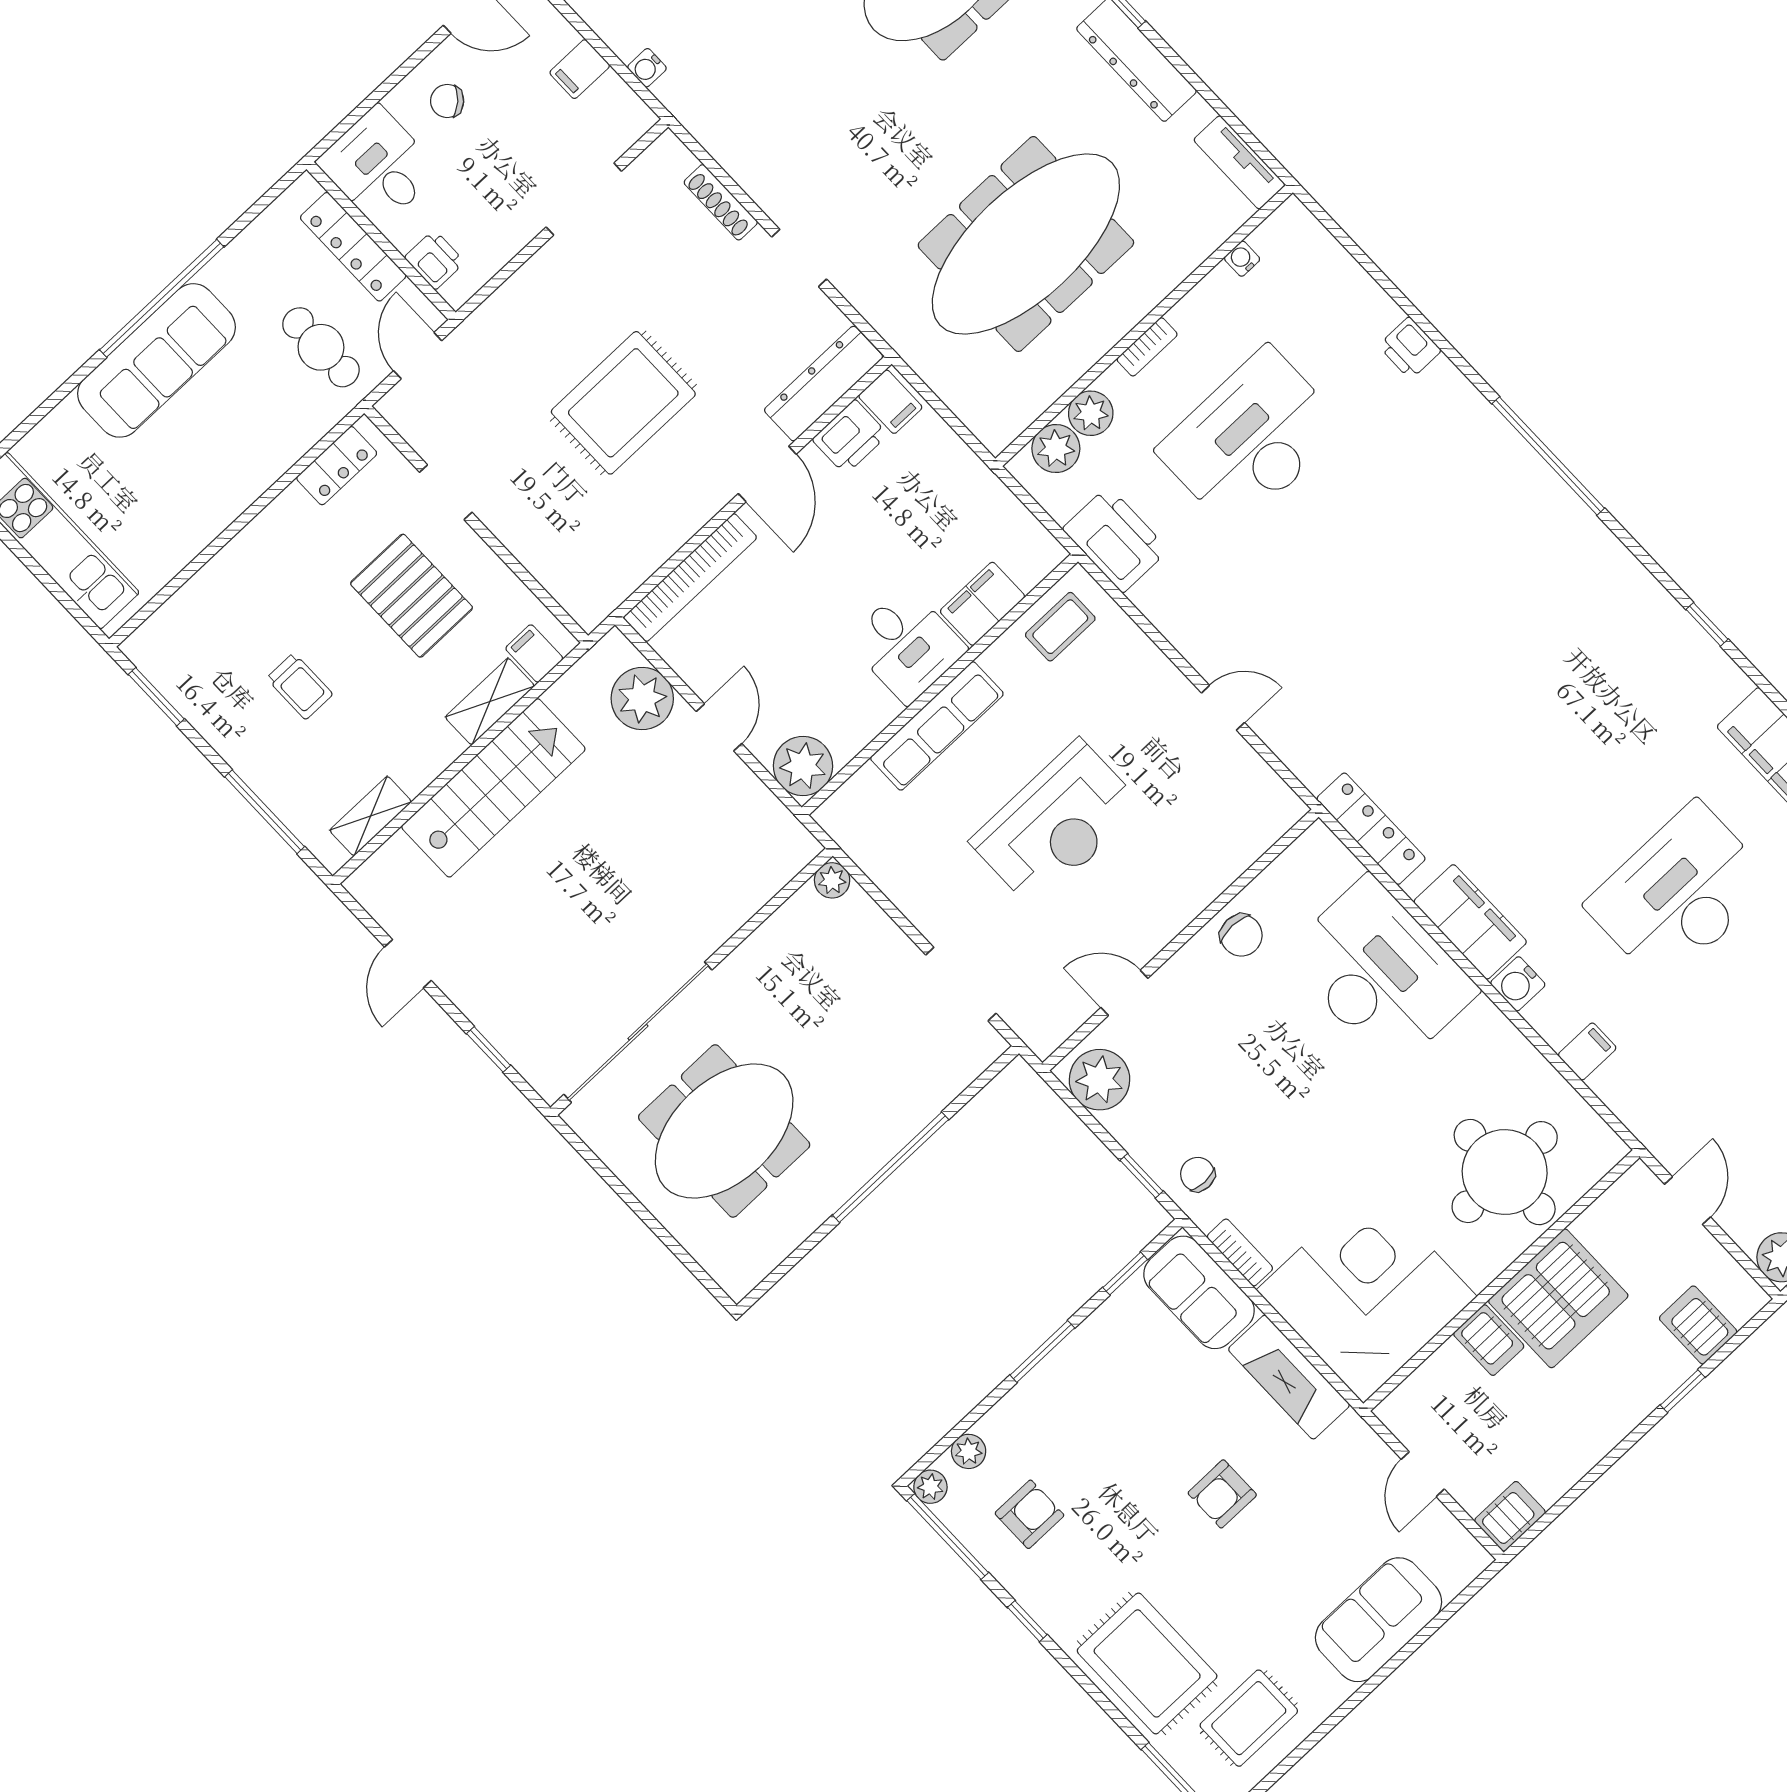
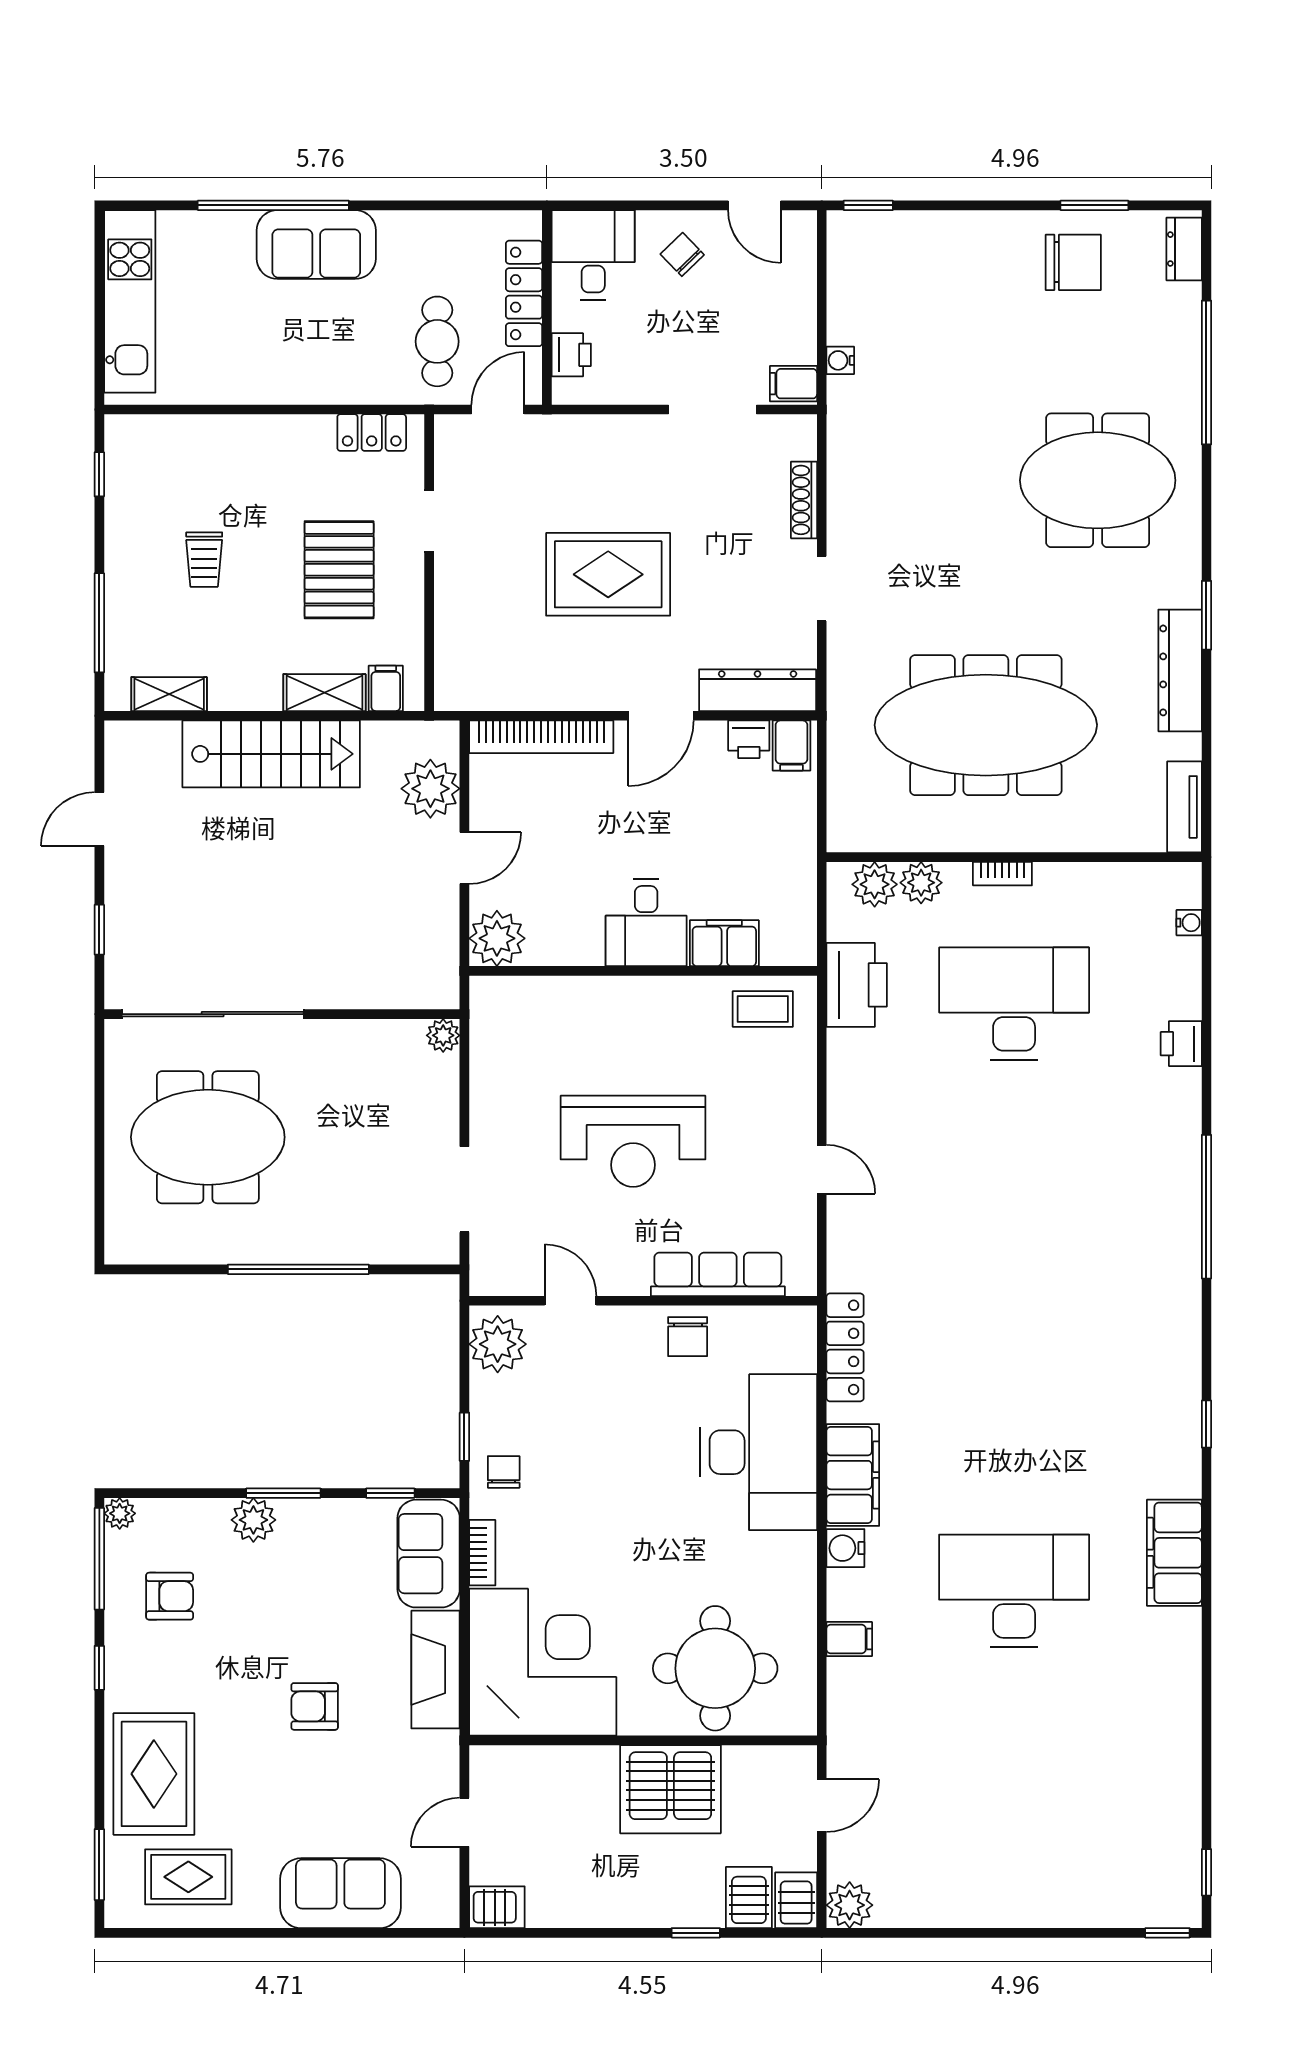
filing cabinet: (580, 69) -> (793, 384), moved
water cooler: (1242, 259) -> (1189, 923), moved, turned 90
window: (162, 298) -> (273, 205), moved
sofa: (157, 360) -> (316, 245), width x0.73
printer: (850, 437) -> (749, 739), width x0.73, depth x0.81
window: (156, 697) -> (99, 474), width x0.67
row of seats: (937, 726) -> (718, 1274), moved, turned 180
server rack: (1489, 1340) -> (796, 1900), moved, turned 180
plant: (969, 1451) -> (253, 1520), moved, width x1.38, depth x1.38

